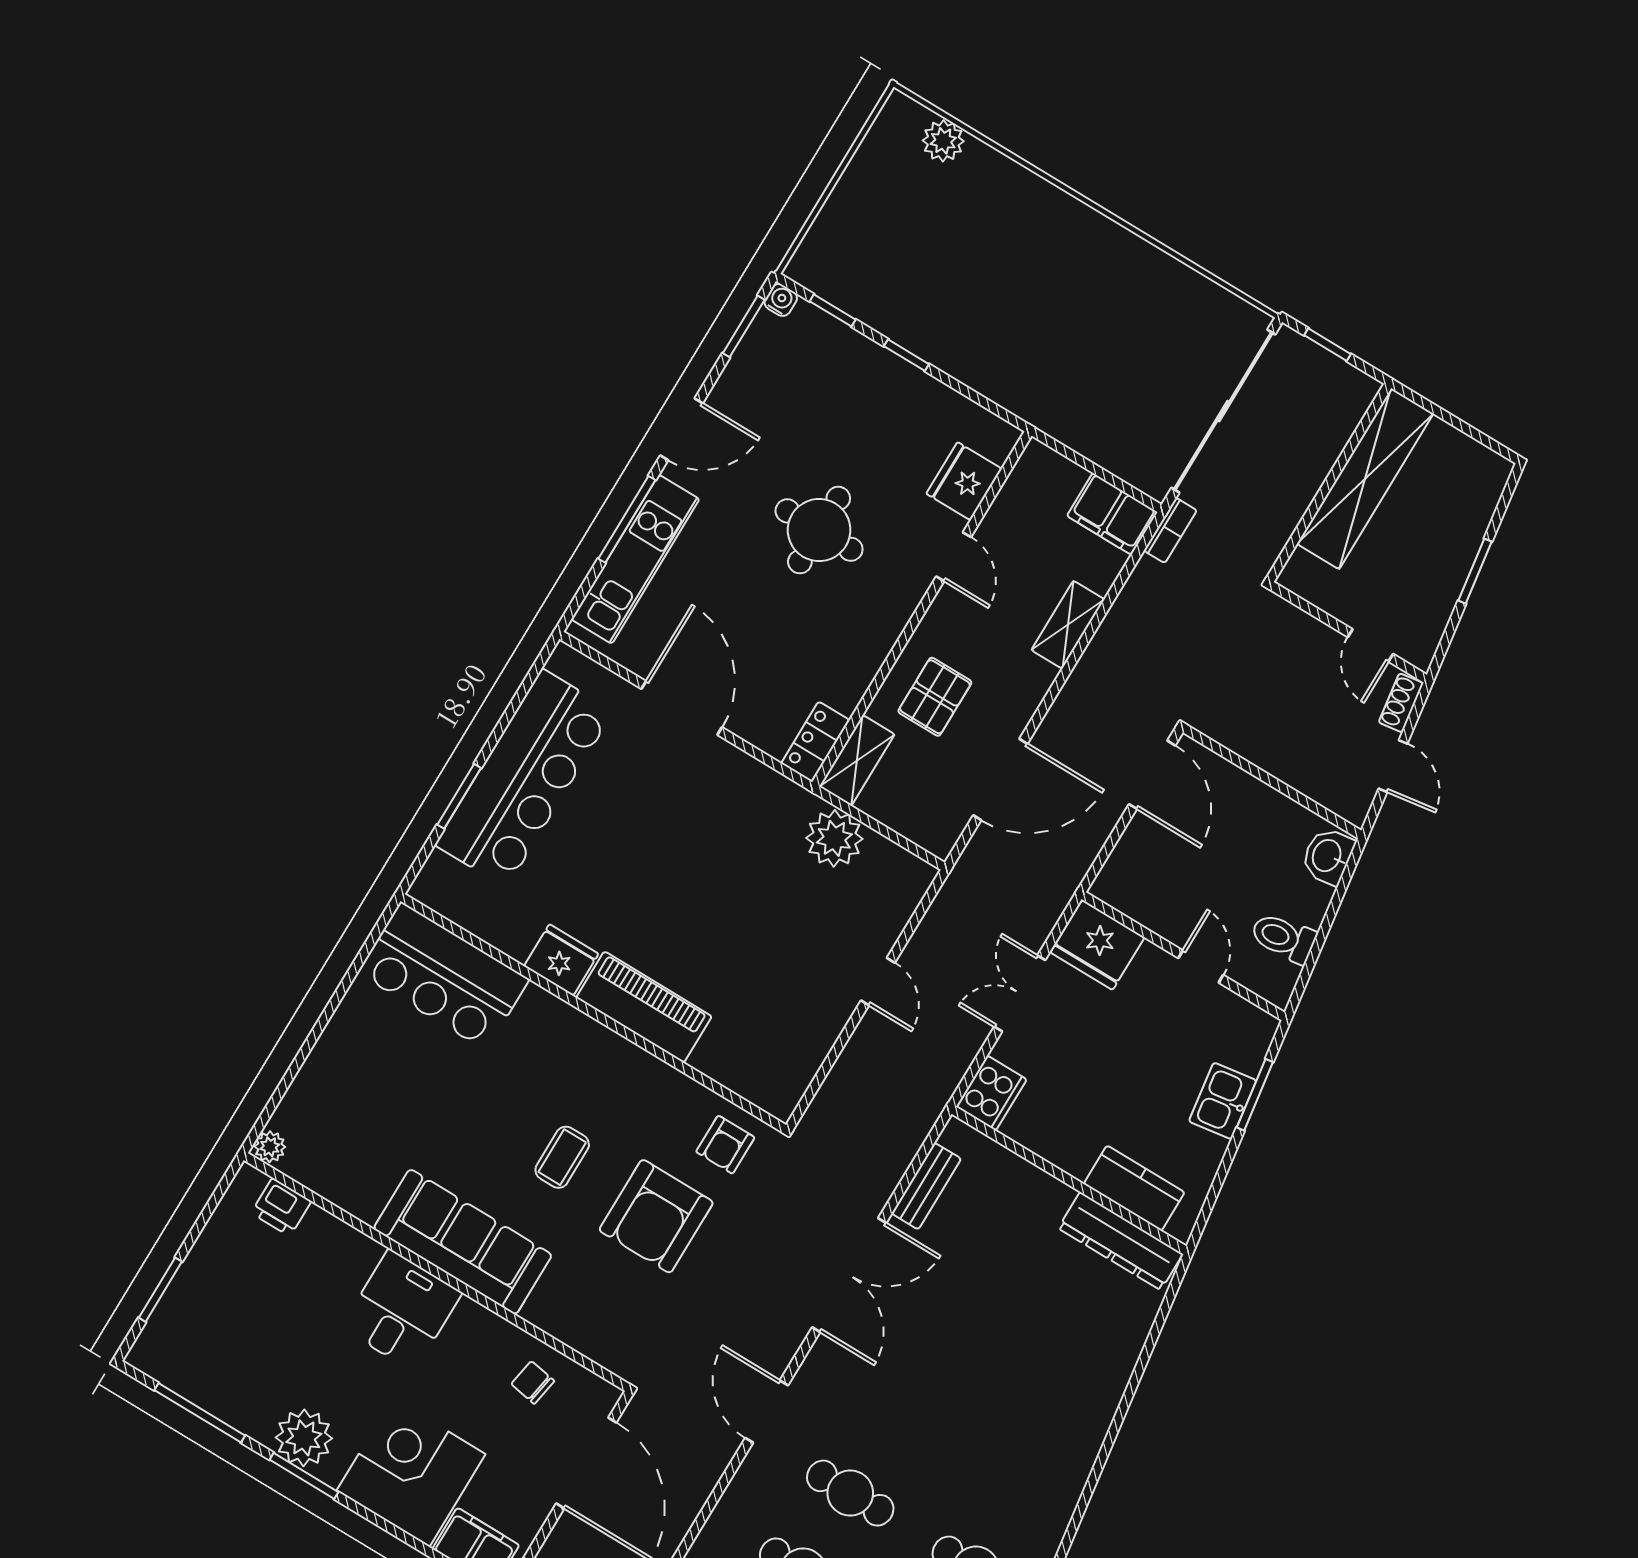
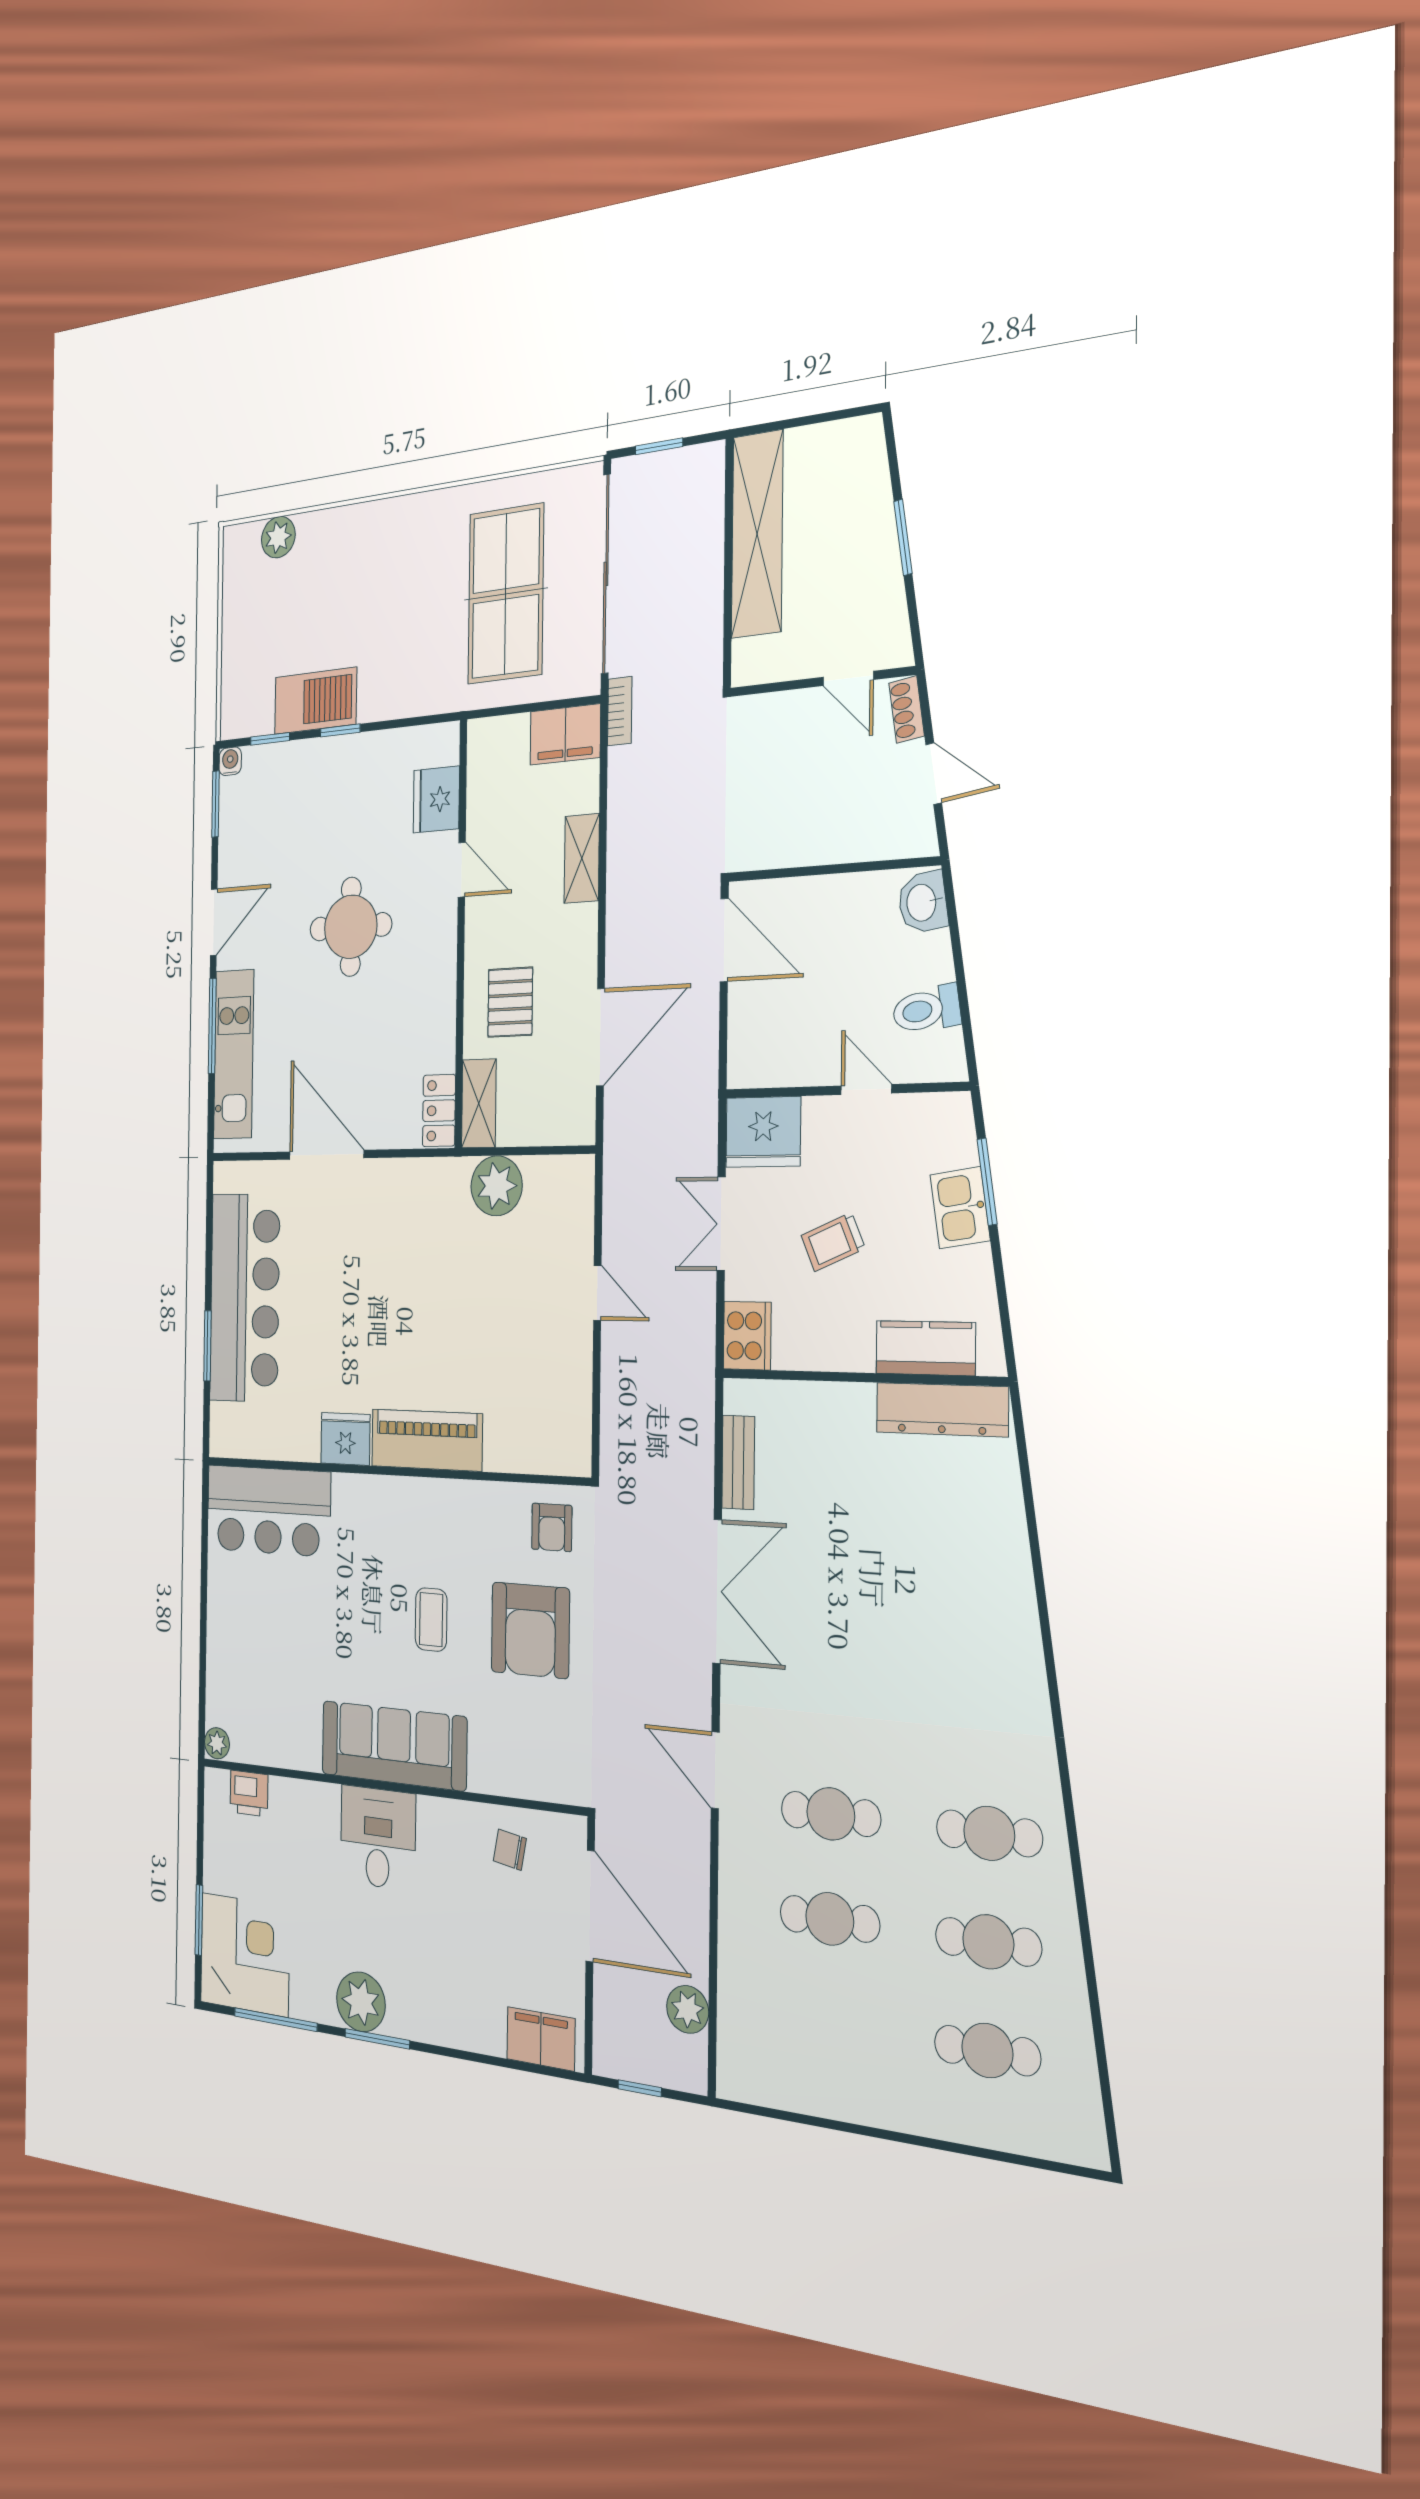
barbecue: (897, 311) -> (315, 701), added
table tennis table: (1127, 359) -> (506, 594), added
trolley: (1106, 1065) -> (833, 1242), added
corner desk: (411, 1472) -> (245, 1955), moved, turned 90

